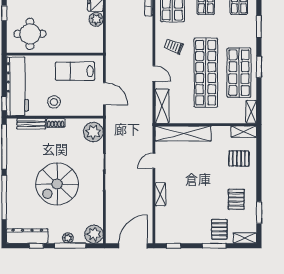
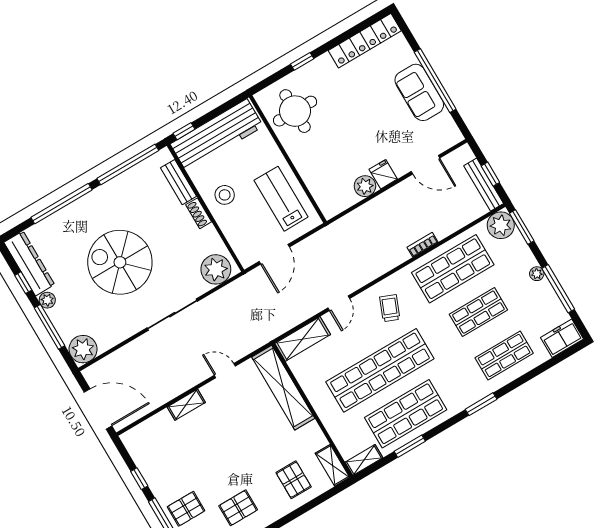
window: (259, 67) -> (410, 446), moved
plant: (68, 238) -> (47, 300), moved
window: (174, 246) -> (139, 479), moved

